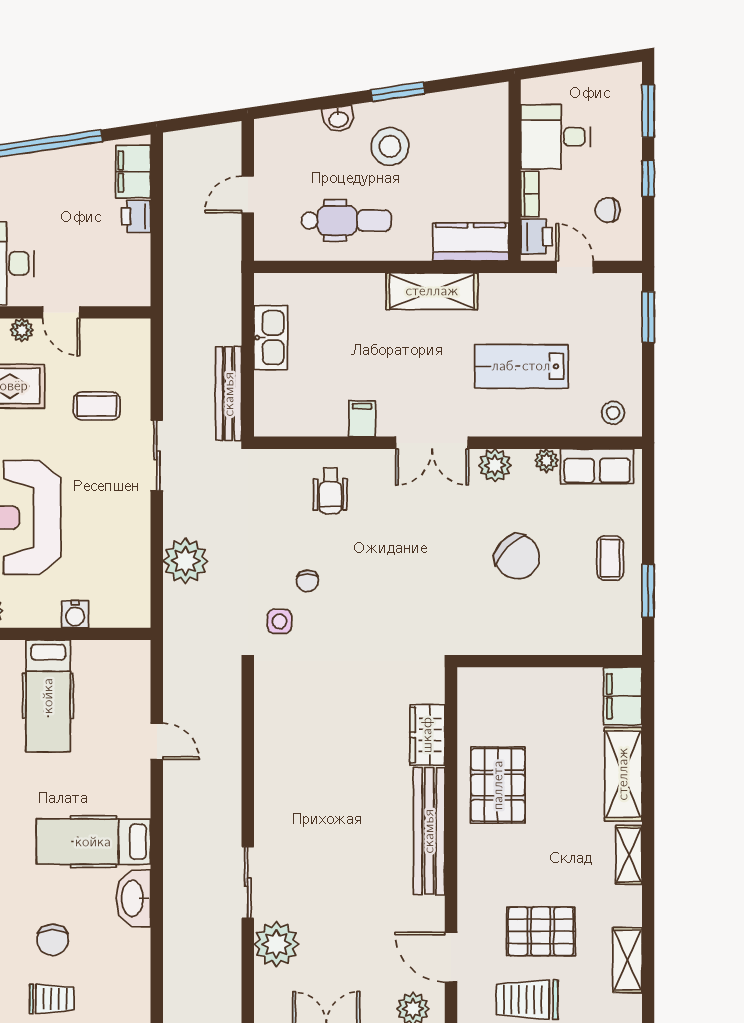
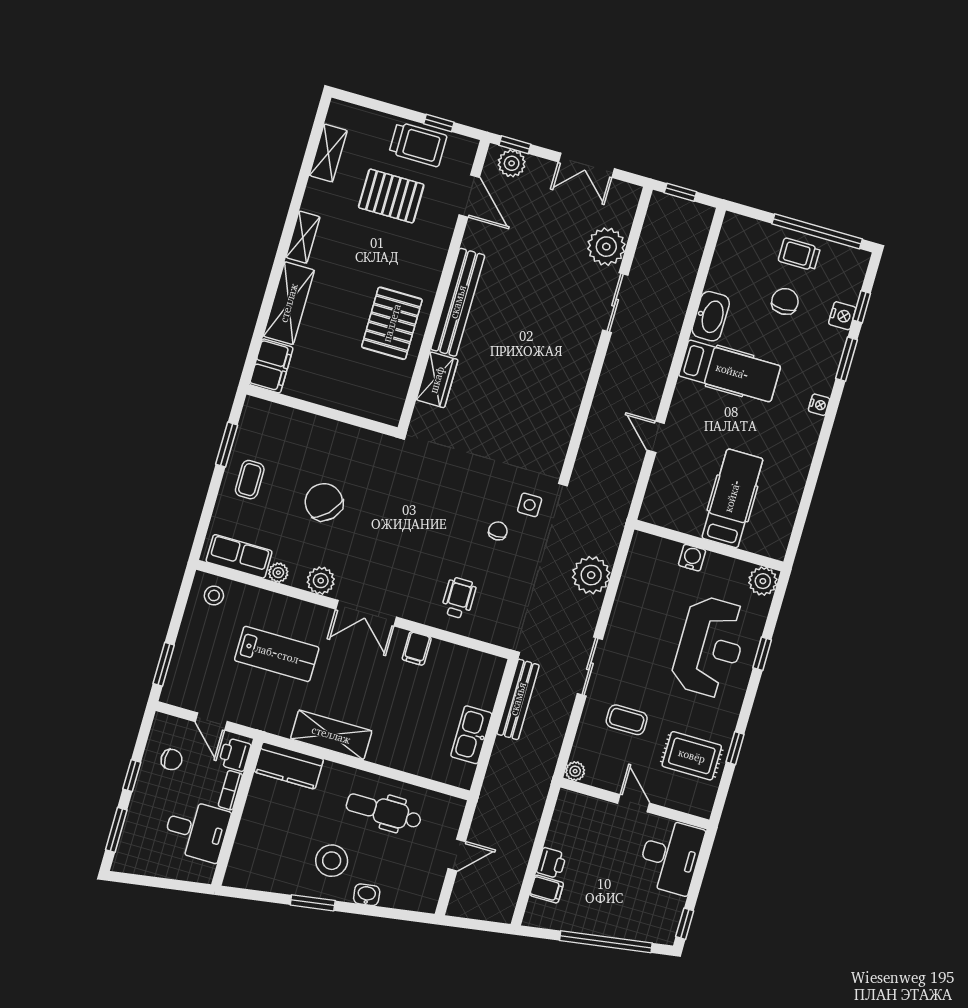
filing cabinet: (133, 172) -> (547, 889), width x0.50
plant: (22, 330) -> (575, 771), moved
double door: (432, 443) -> (366, 613), swing flipped

